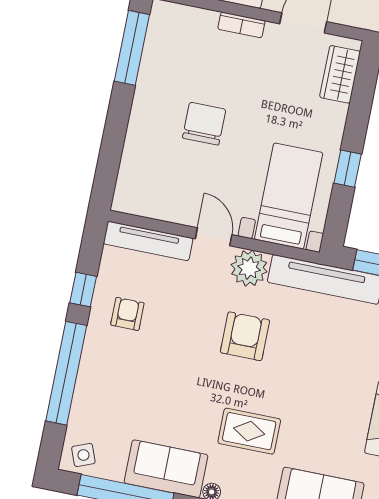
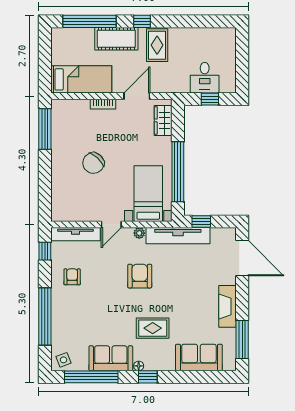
chair: (204, 124) -> (93, 163), turned -137
window: (348, 169) -> (178, 172), width x3.17
door: (214, 237) -> (111, 224), swing flipped
plant: (249, 268) -> (139, 233), width x0.53, depth x0.53
window: (83, 290) -> (45, 251), moved

